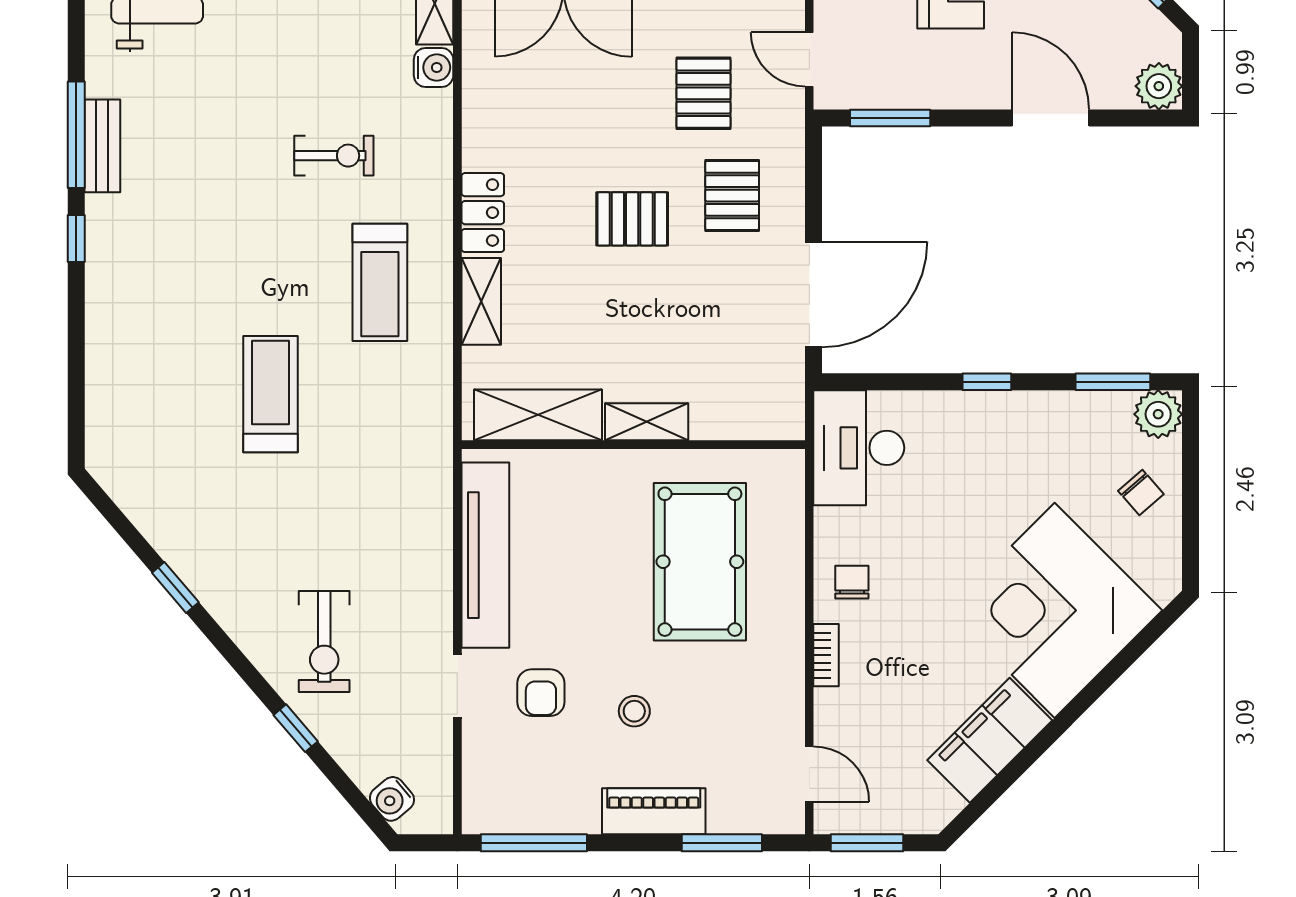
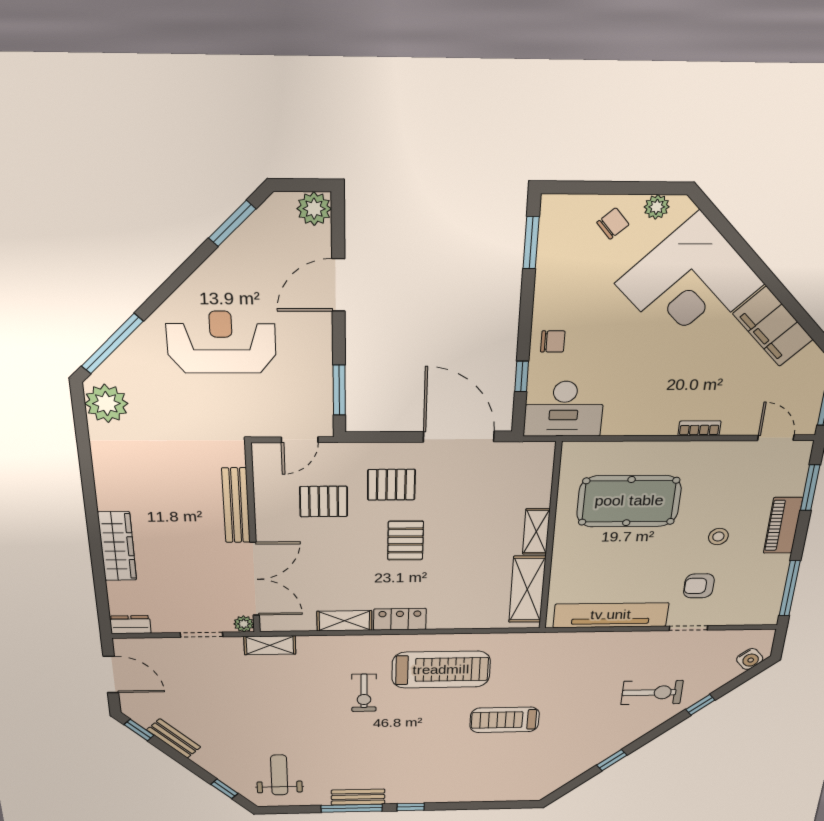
water cooler: (434, 67) -> (310, 645), removed
exercise bike: (334, 156) -> (364, 693), turned 180
treadmill: (380, 282) -> (441, 670), width x1.37, depth x1.38
shelving: (481, 301) -> (344, 621), moved
window: (987, 382) -> (522, 377), moved
plant: (1158, 414) -> (657, 207), moved, width x0.73, depth x0.73
chair: (852, 582) -> (553, 341), moved, turned 180
armchair: (541, 693) -> (699, 586), turned 180
door: (809, 774) -> (776, 438), hinge flipped

